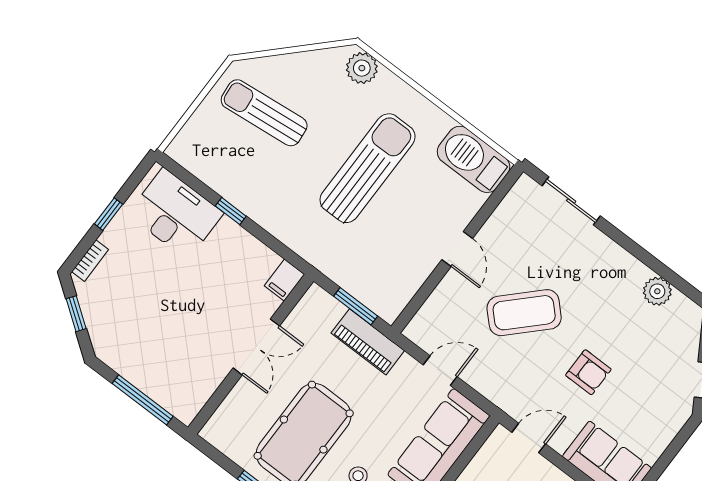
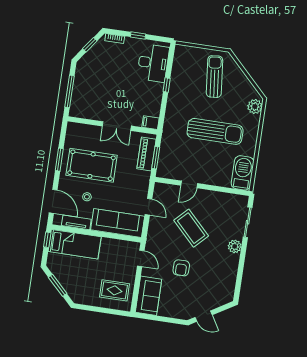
door: (457, 249) -> (189, 184), moved
plant: (657, 291) -> (235, 246), moved
piano: (368, 342) -> (146, 154), moved

